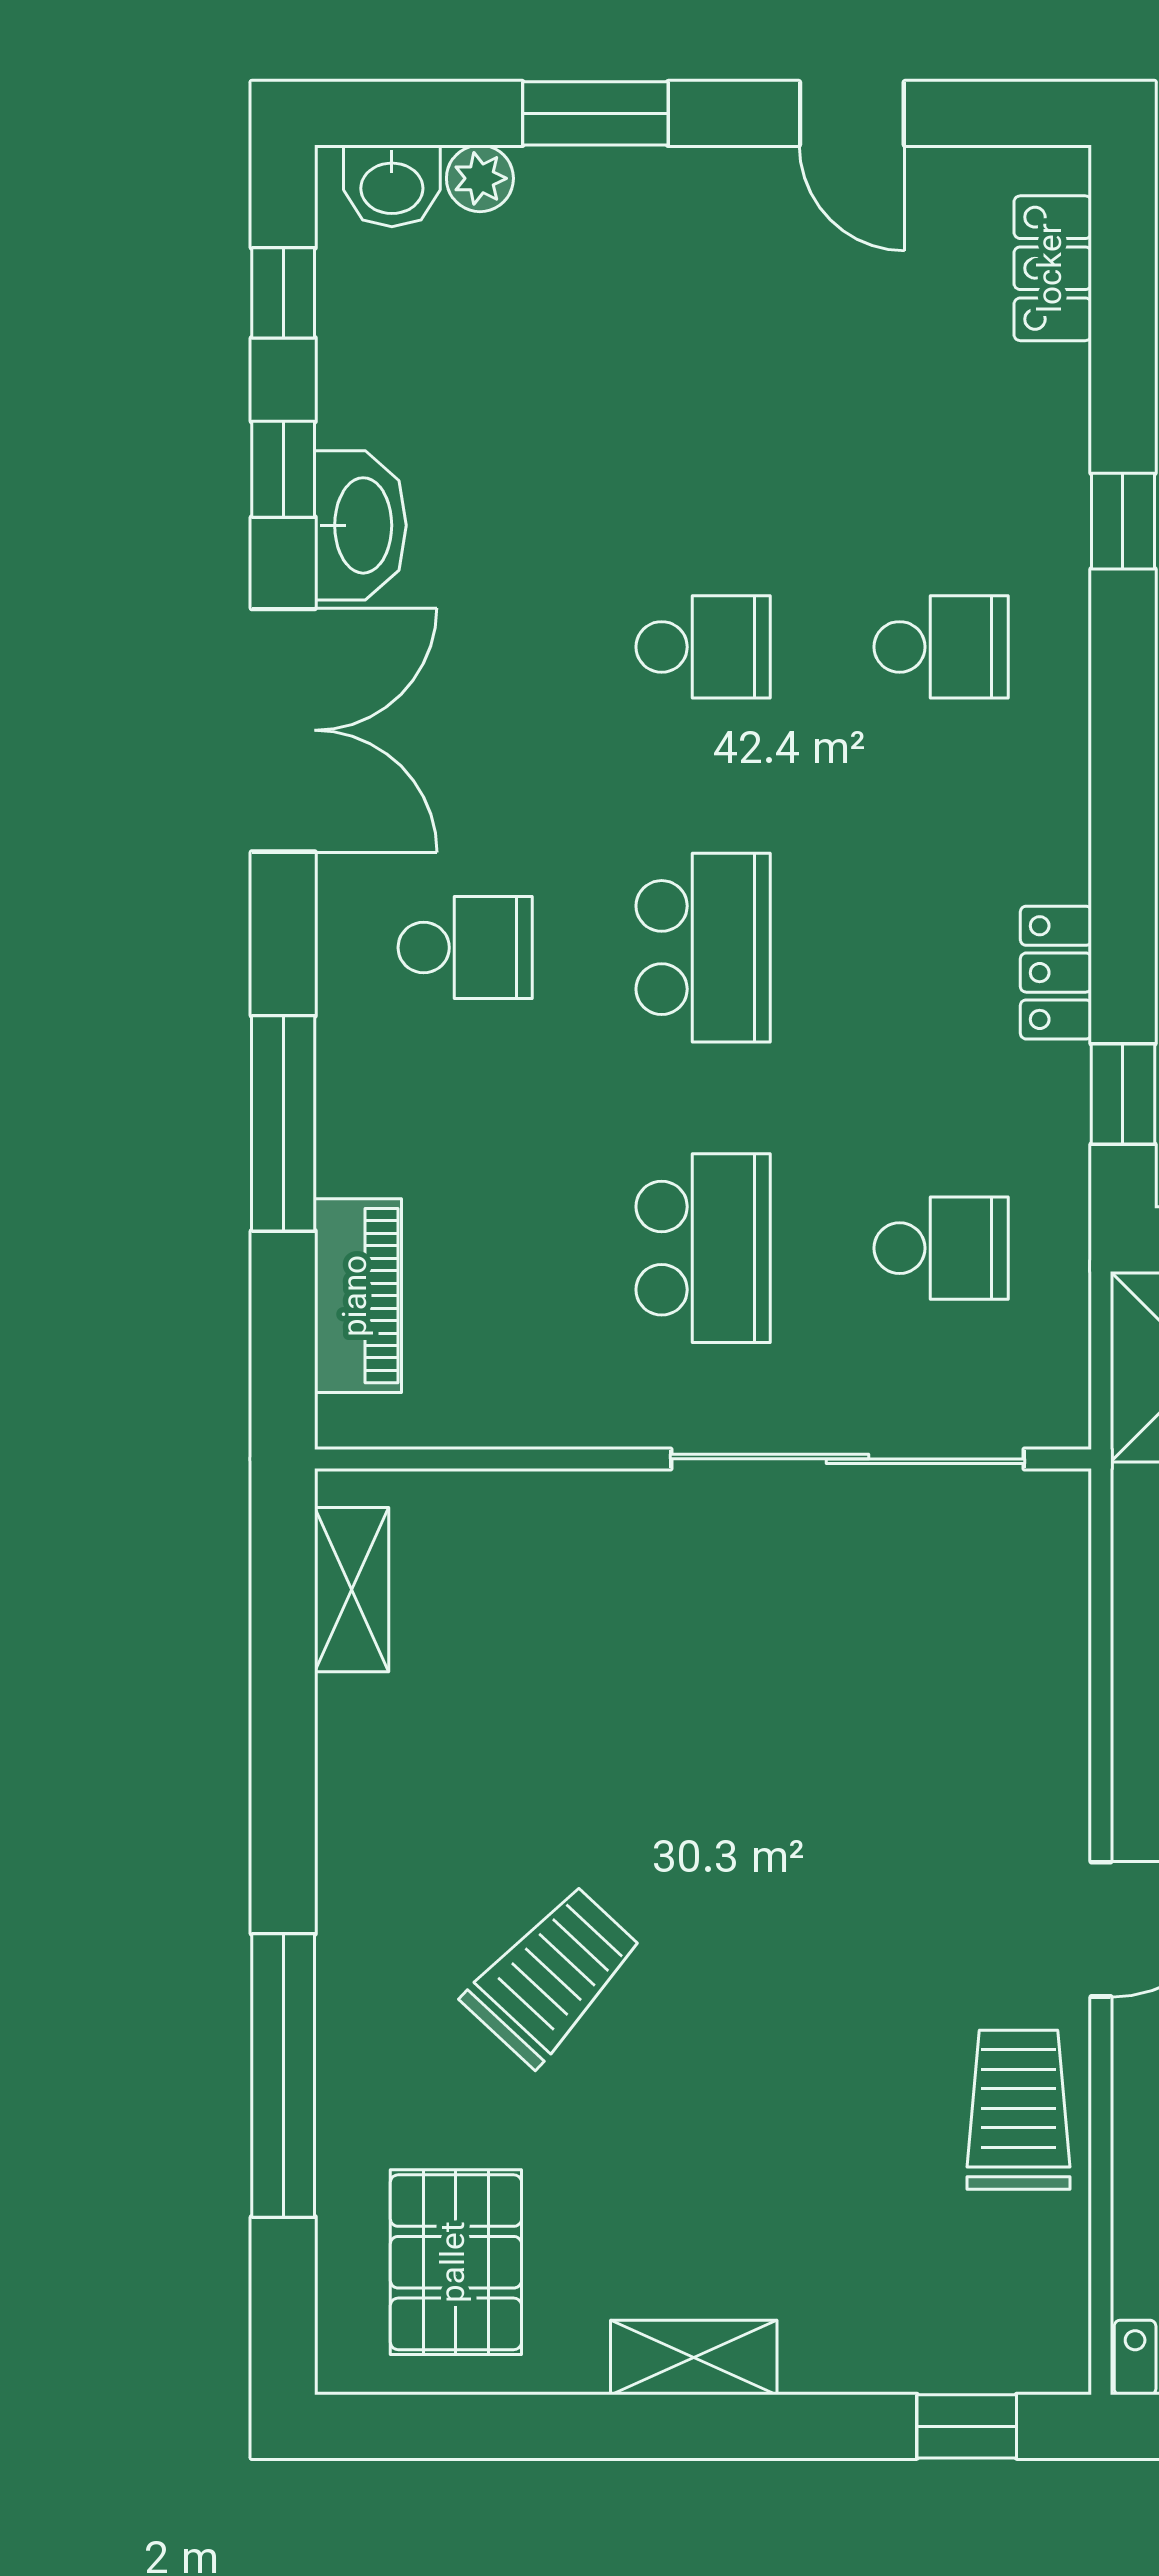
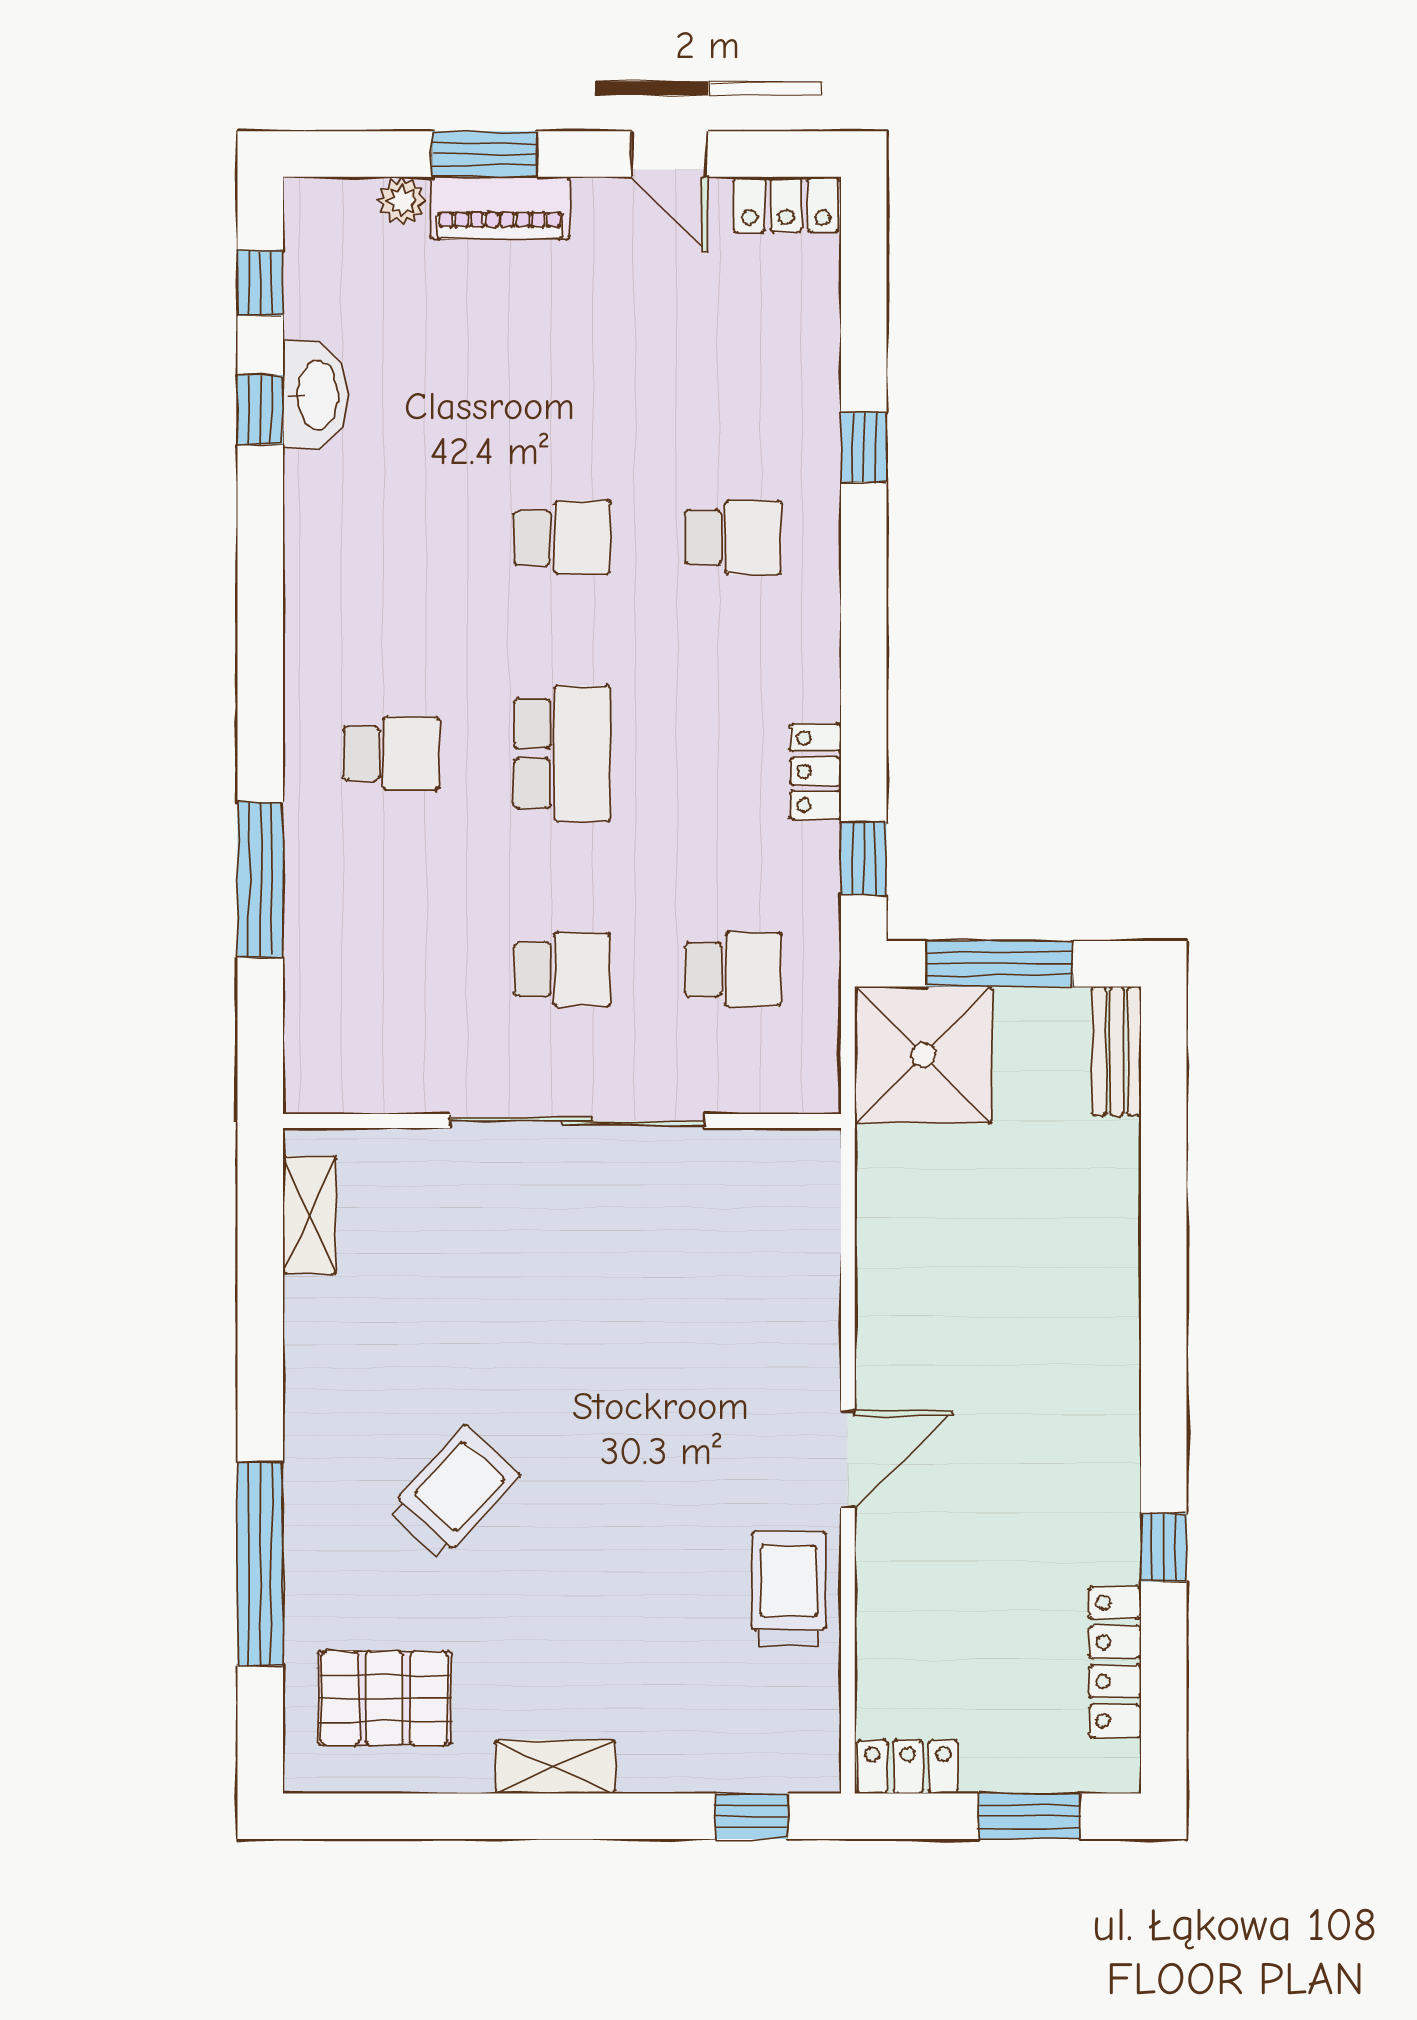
washbasin: (392, 186) -> (338, 206), removed
locker: (1053, 268) -> (786, 205), moved, turned -90
washbasin: (360, 525) -> (316, 395), moved
double door: (283, 730) -> (260, 597), removed
school desk: (703, 1248) -> (562, 970), width x0.54
piano: (358, 1296) -> (500, 208), moved, turned 90
sliding door: (848, 1459) -> (577, 1121), moved
pallet: (456, 2262) -> (384, 1698), turned 90

